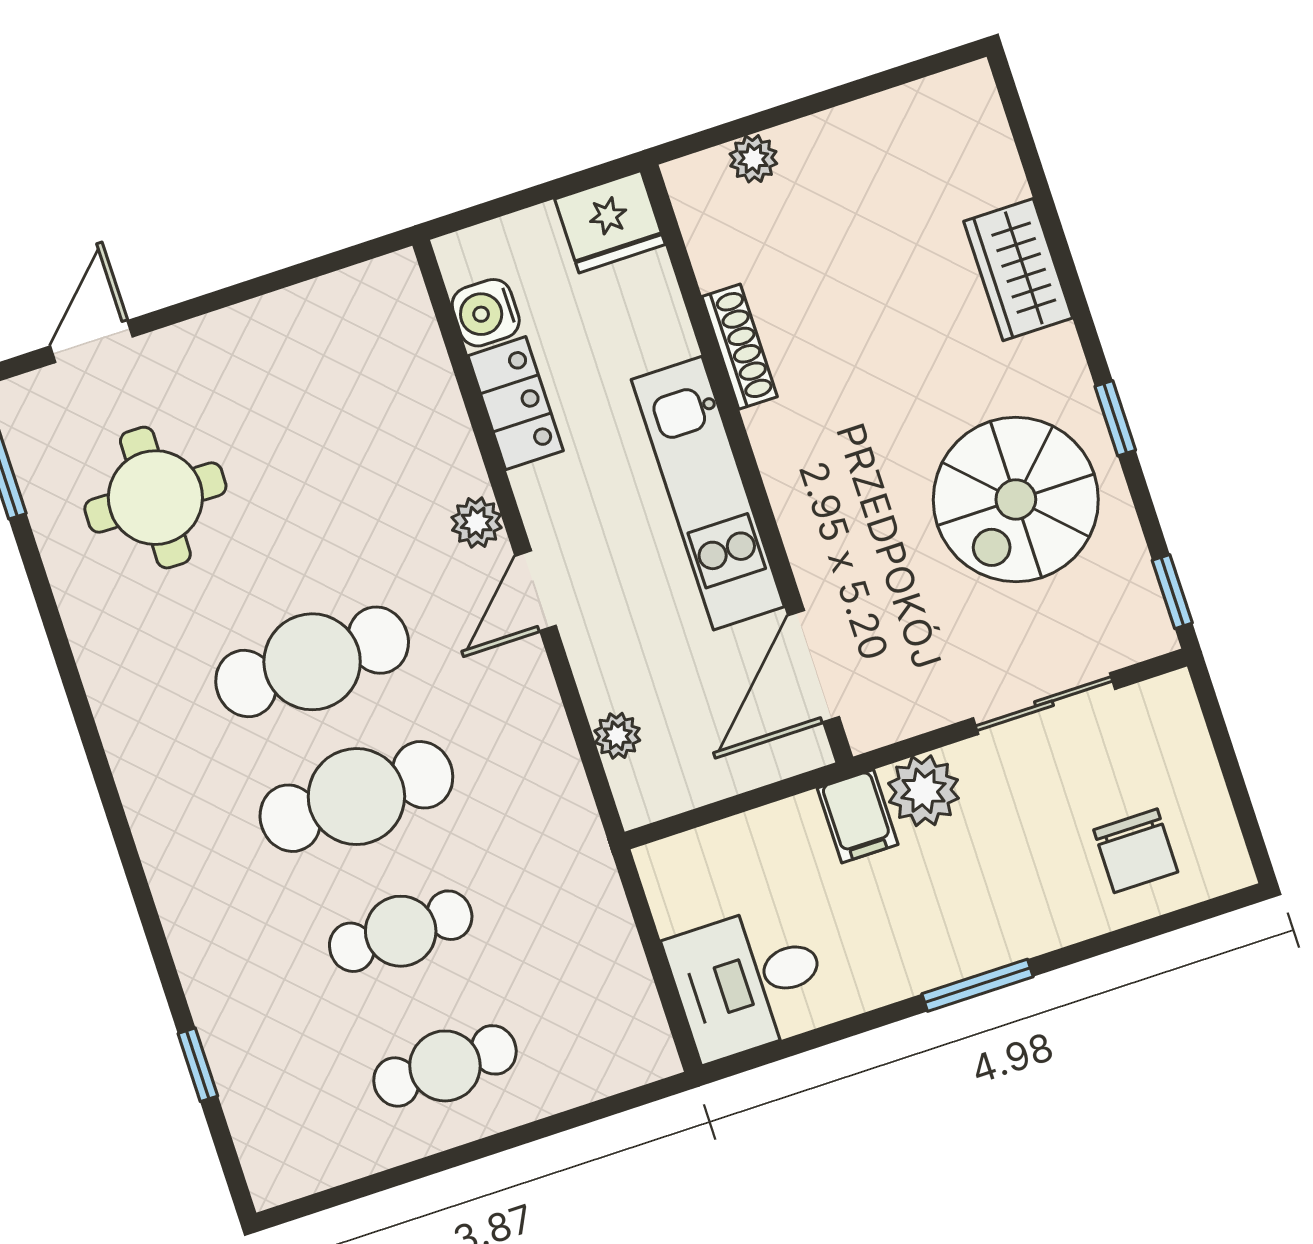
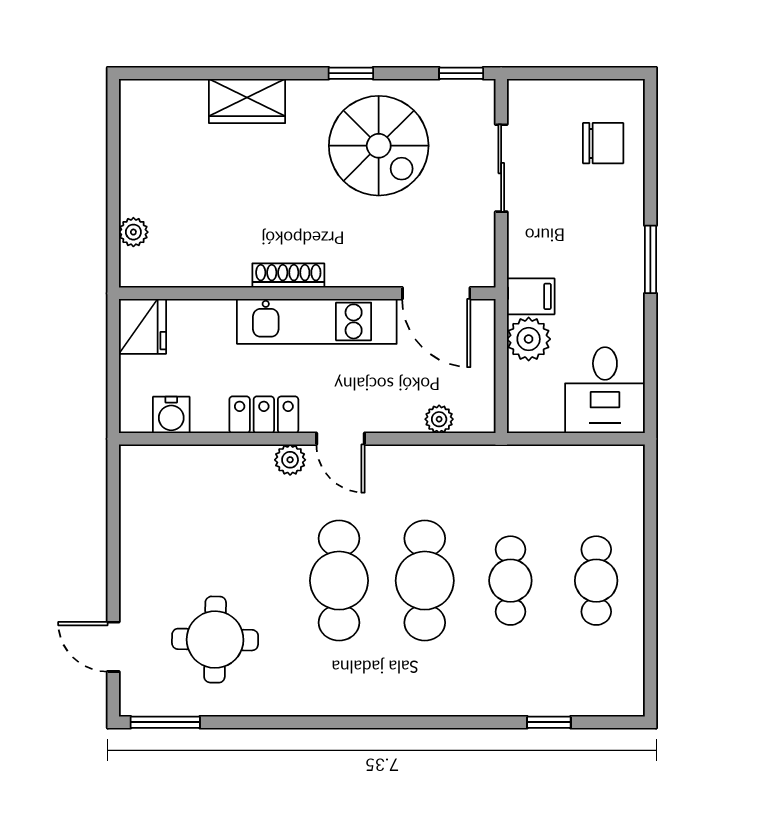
shoe rack: (740, 347) -> (288, 275), moved
locker: (516, 403) -> (264, 415), moved
plant: (923, 791) -> (529, 339), moved

